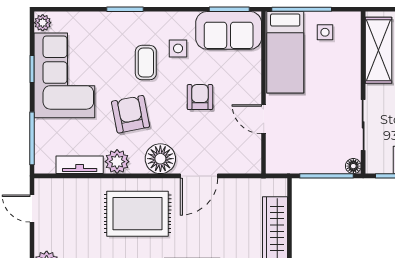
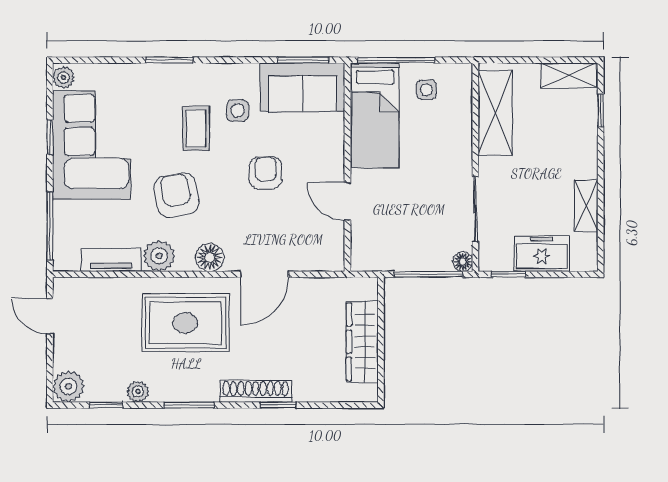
floor lamp: (160, 159) -> (210, 257), width x0.73, depth x0.73

